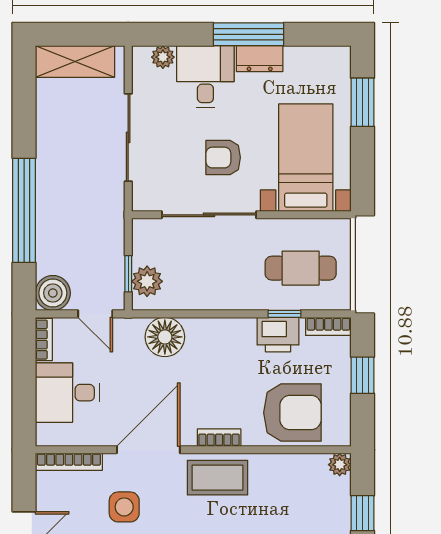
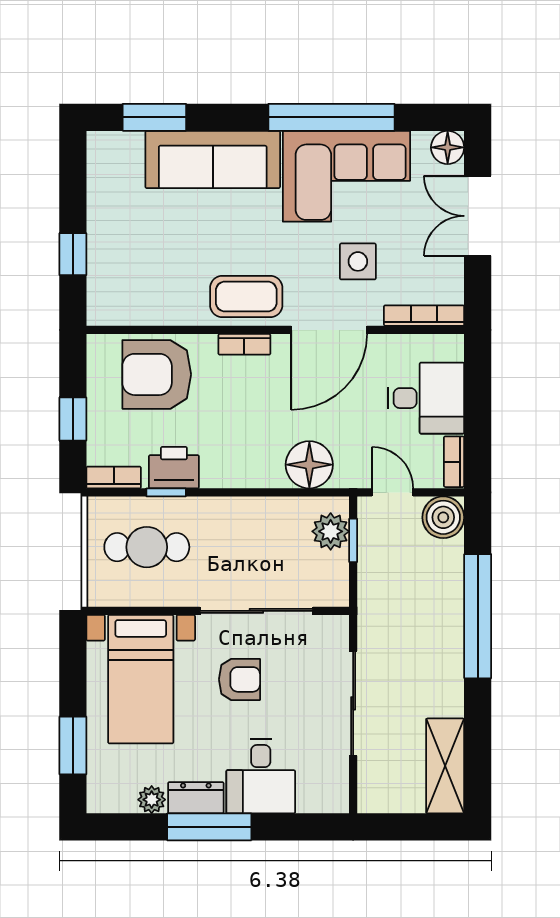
plant: (163, 57) -> (152, 800), moved
shelving: (75, 61) -> (445, 766), moved, turned 90
plant: (340, 465) -> (100, 312), removed

